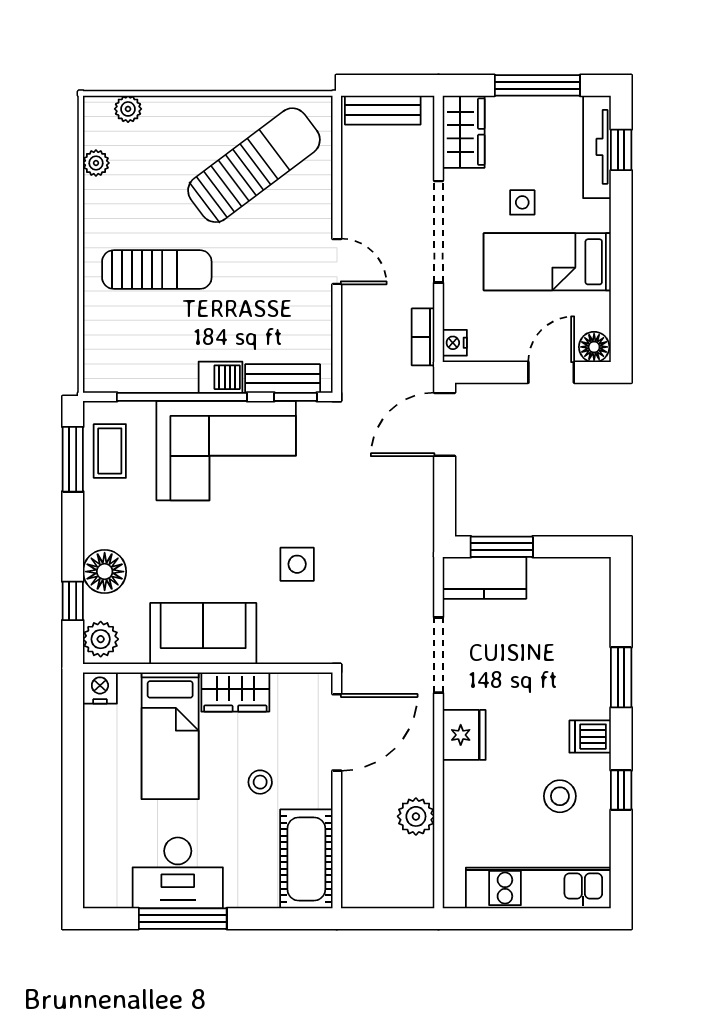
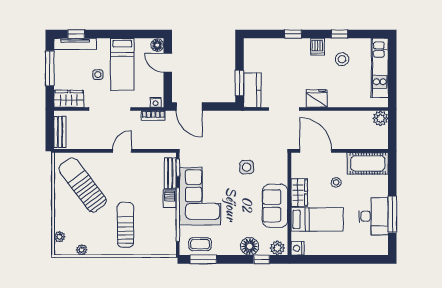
window: (621, 677) -> (293, 34), width x0.67
plant: (416, 816) -> (380, 118), moved

